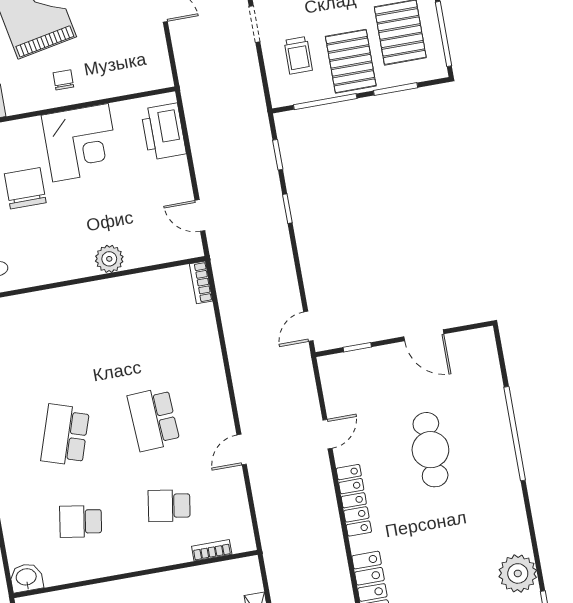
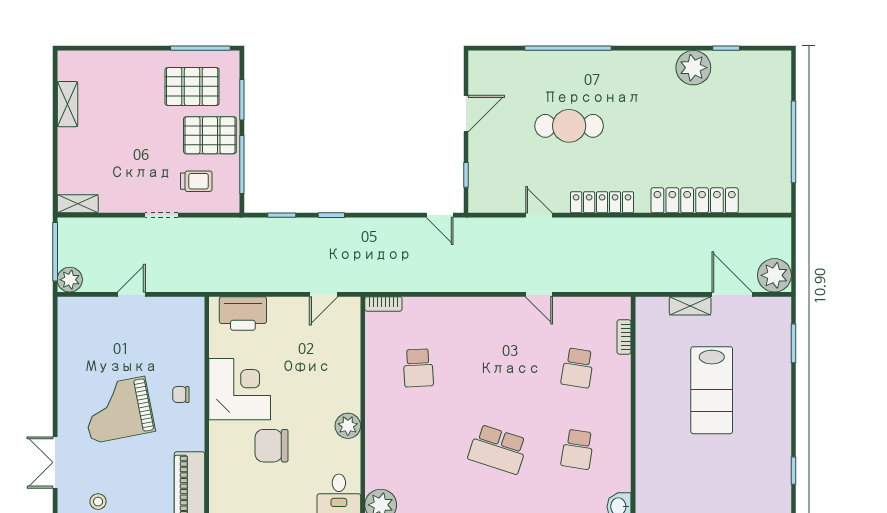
plant: (109, 259) -> (348, 426), moved
school desk: (154, 419) -> (418, 368), moved, width x0.54

